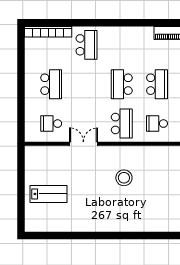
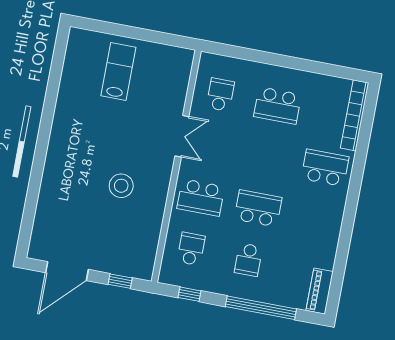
school desk: (86, 45) -> (325, 168), turned 180
school desk: (157, 84) -> (248, 260), width x0.54
lab bench: (49, 194) -> (118, 71), turned 180

